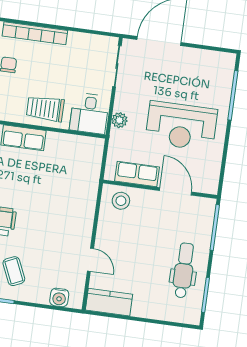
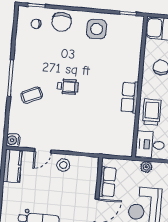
stool: (121, 201) -> (63, 165), moved
water cooler: (59, 297) -> (13, 140), moved

